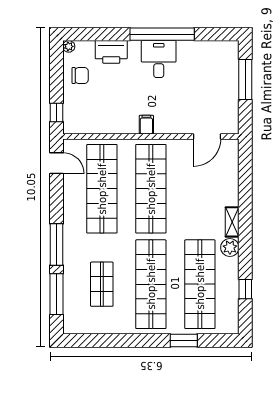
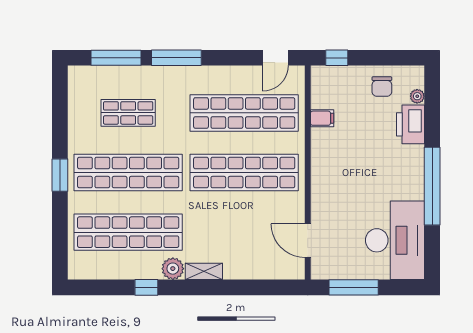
plant: (69, 46) -> (417, 96), moved
desk: (159, 59) -> (395, 240), moved, width x1.87, depth x1.30
window: (245, 79) -> (354, 287), moved
filing cabinet: (146, 125) -> (322, 118), moved
window: (245, 289) -> (146, 287), moved
window: (184, 340) -> (60, 175), moved

